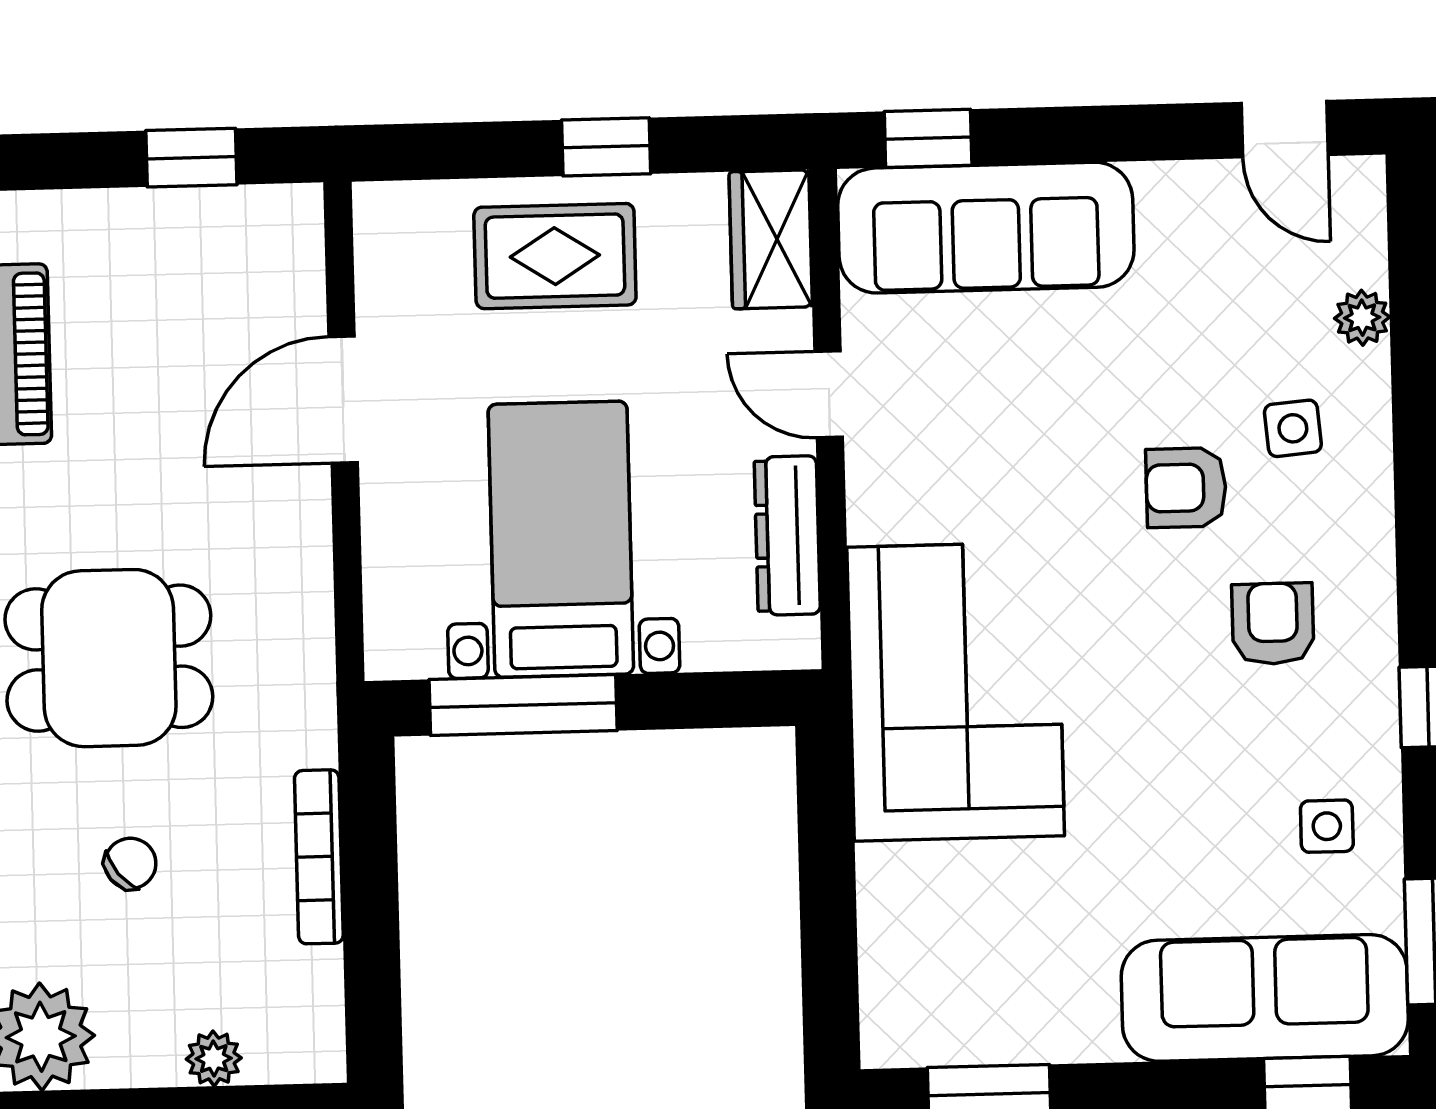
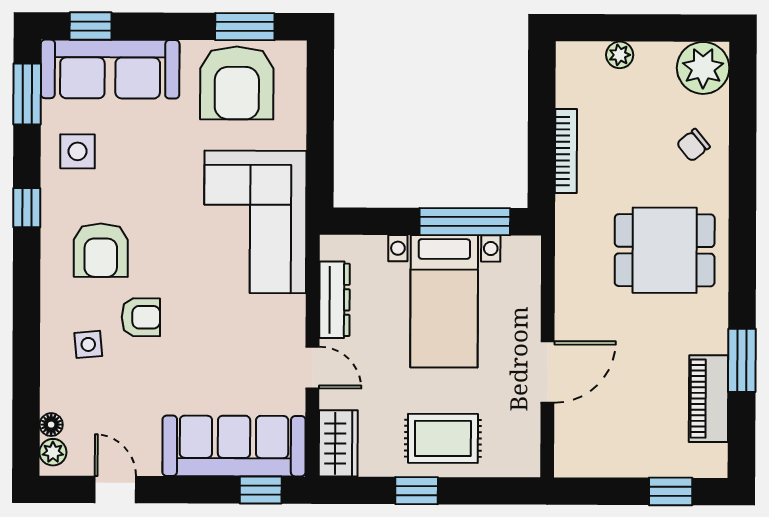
door: (1285, 129) -> (115, 490), moved
window: (191, 158) -> (671, 491), moved
floor lamp: (1365, 261) -> (51, 425), added
plant: (1362, 318) -> (53, 452), moved
armchair: (1273, 624) -> (101, 250), width x1.38, depth x1.38
side table: (1327, 826) -> (78, 151), width x1.37, depth x1.37
chair: (130, 863) -> (693, 145), moved
armchair: (1002, 977) -> (237, 83), added

